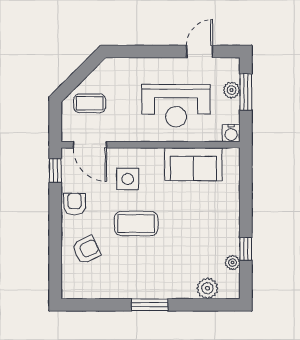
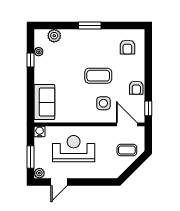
plant: (232, 90) -> (39, 173), moved
sofa: (193, 164) -> (44, 102), moved, turned 90
armchair: (86, 250) -> (127, 47), moved, turned -64

